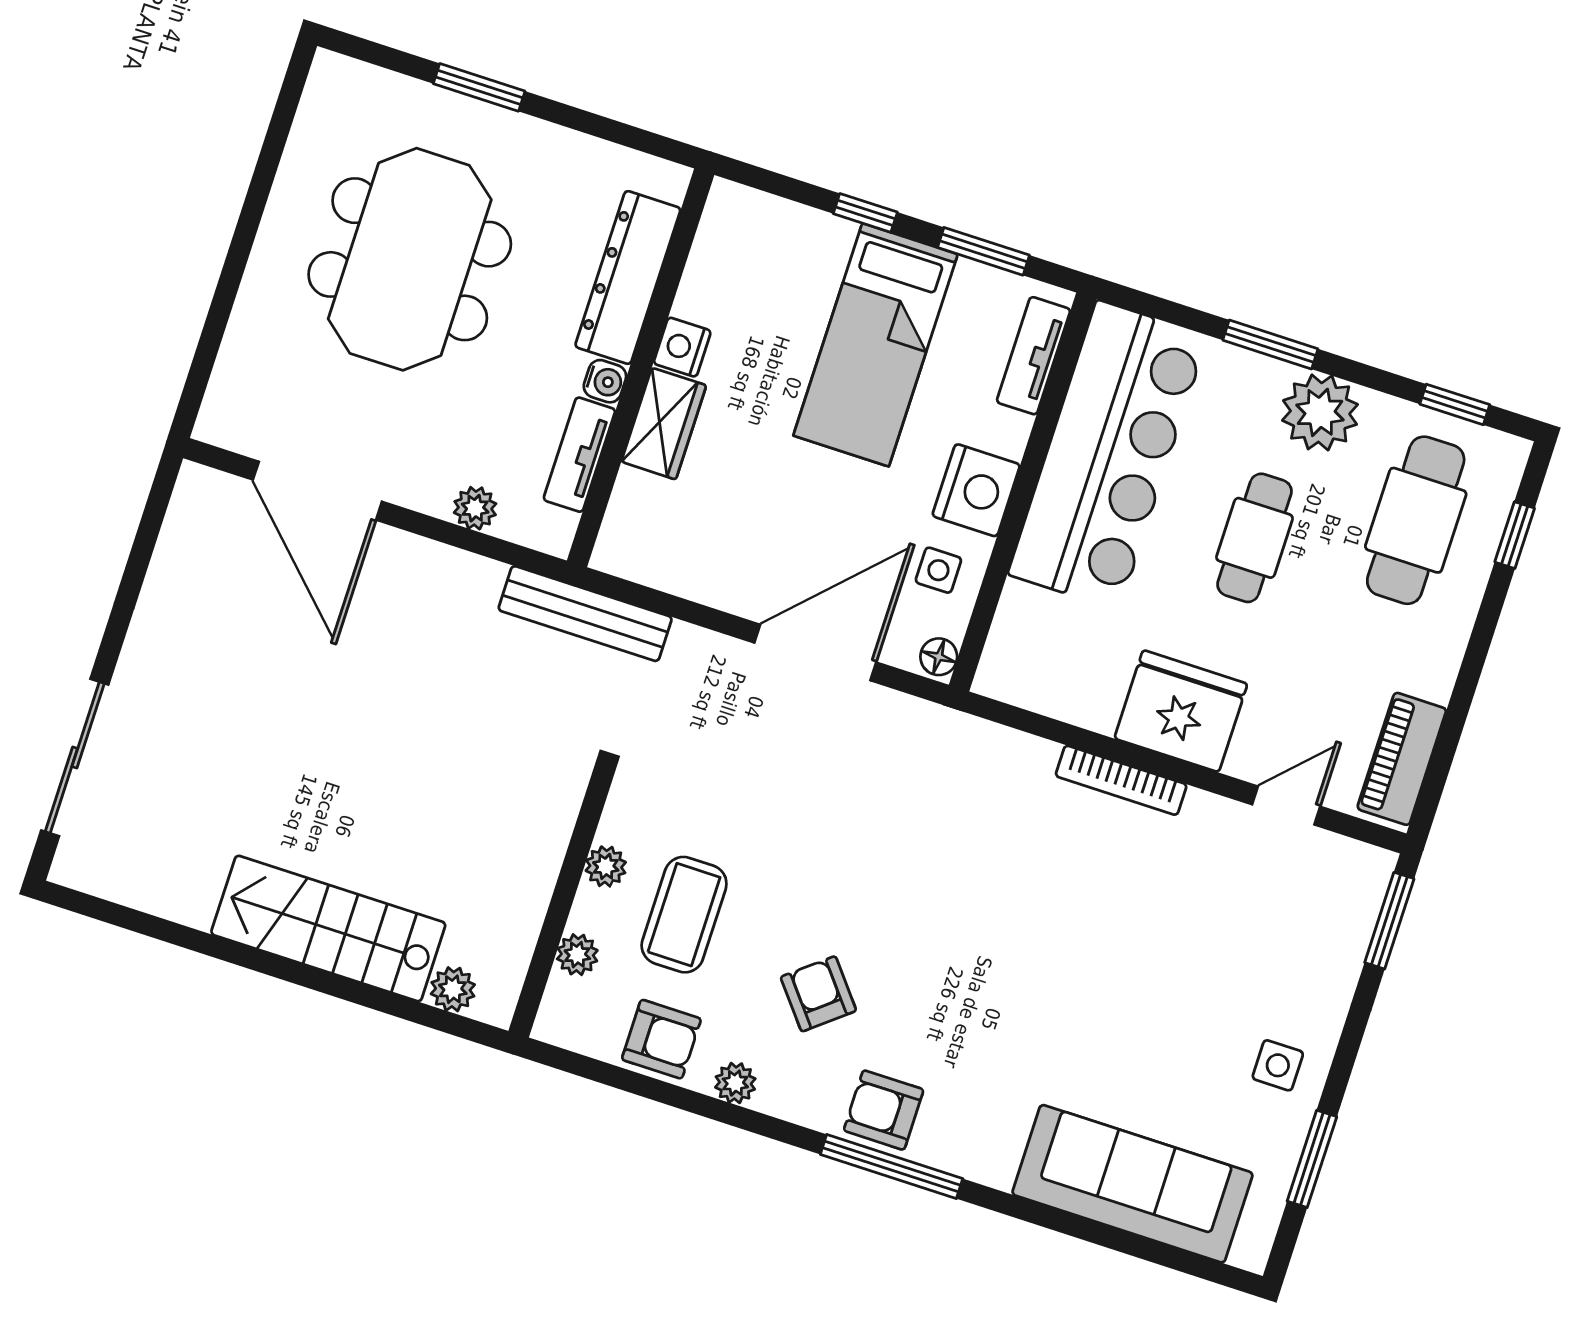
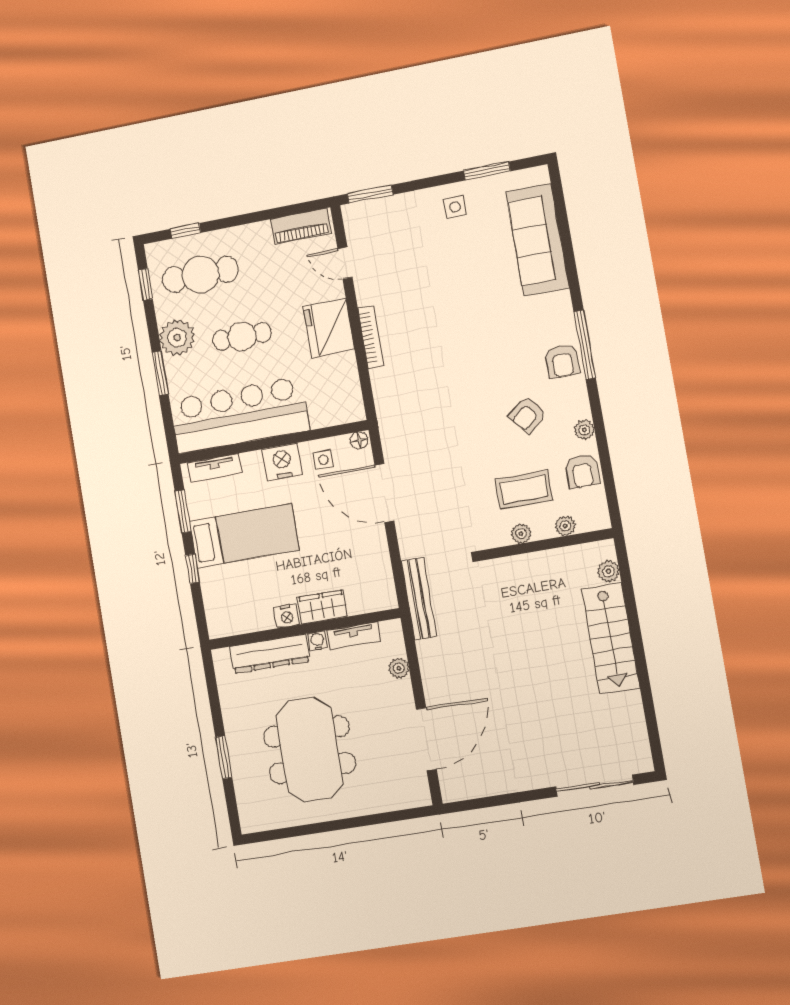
meeting table: (410, 259) -> (309, 750), turned 90
armchair: (661, 1039) -> (582, 471), turned 180

